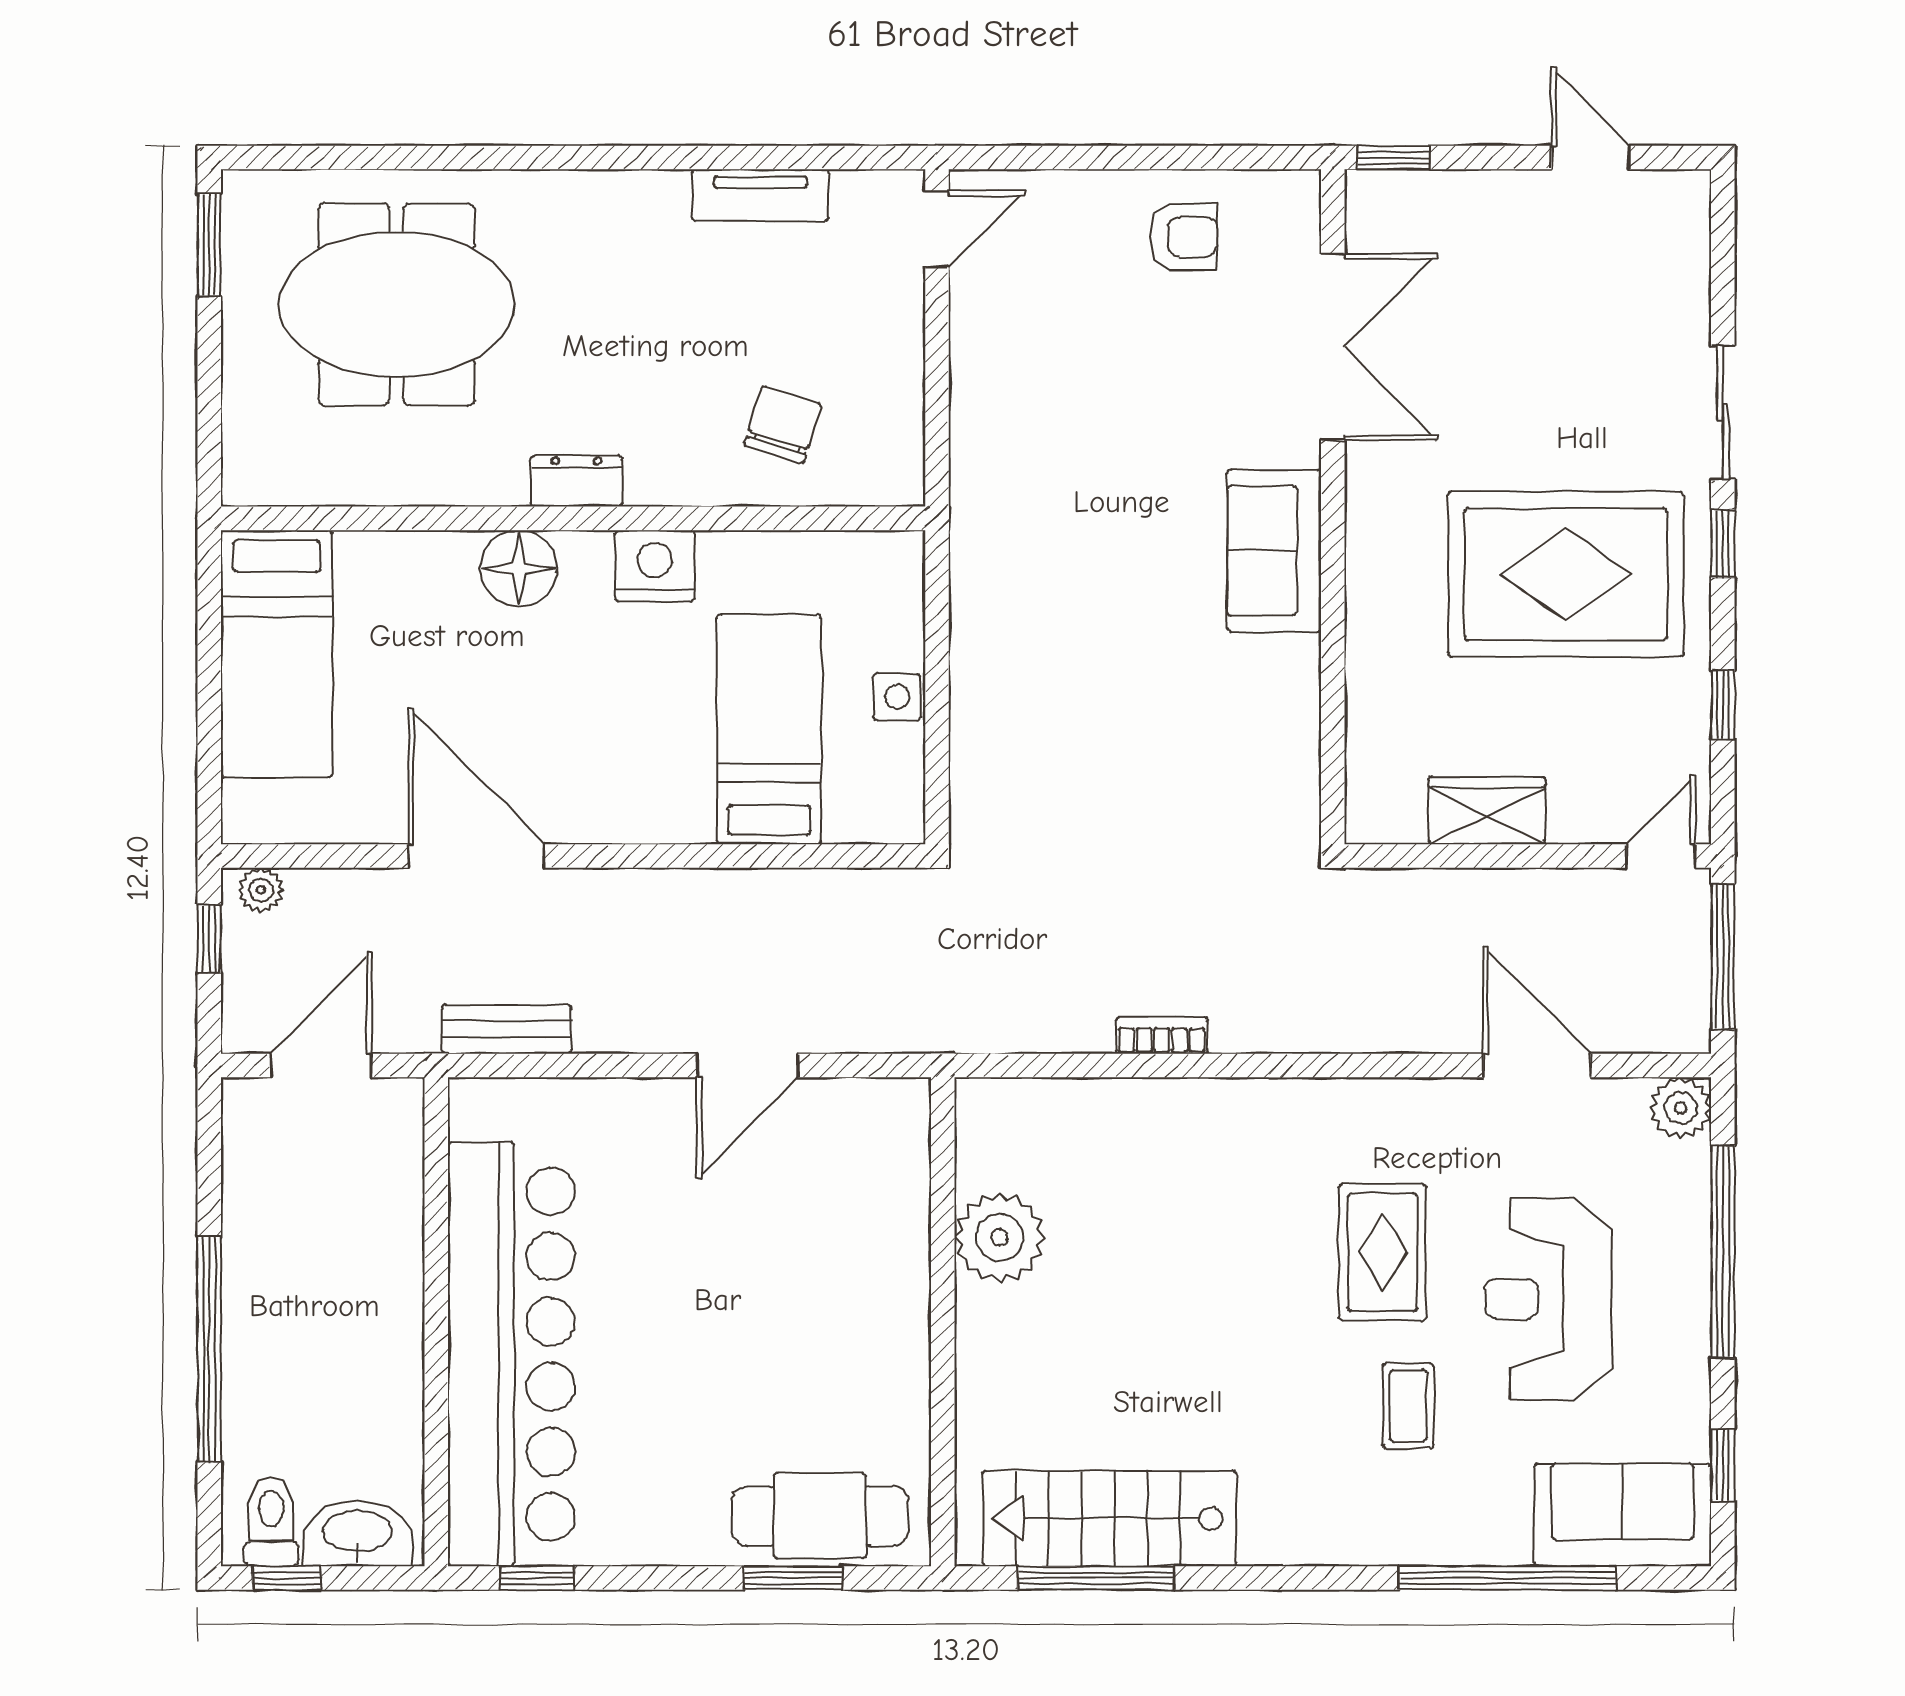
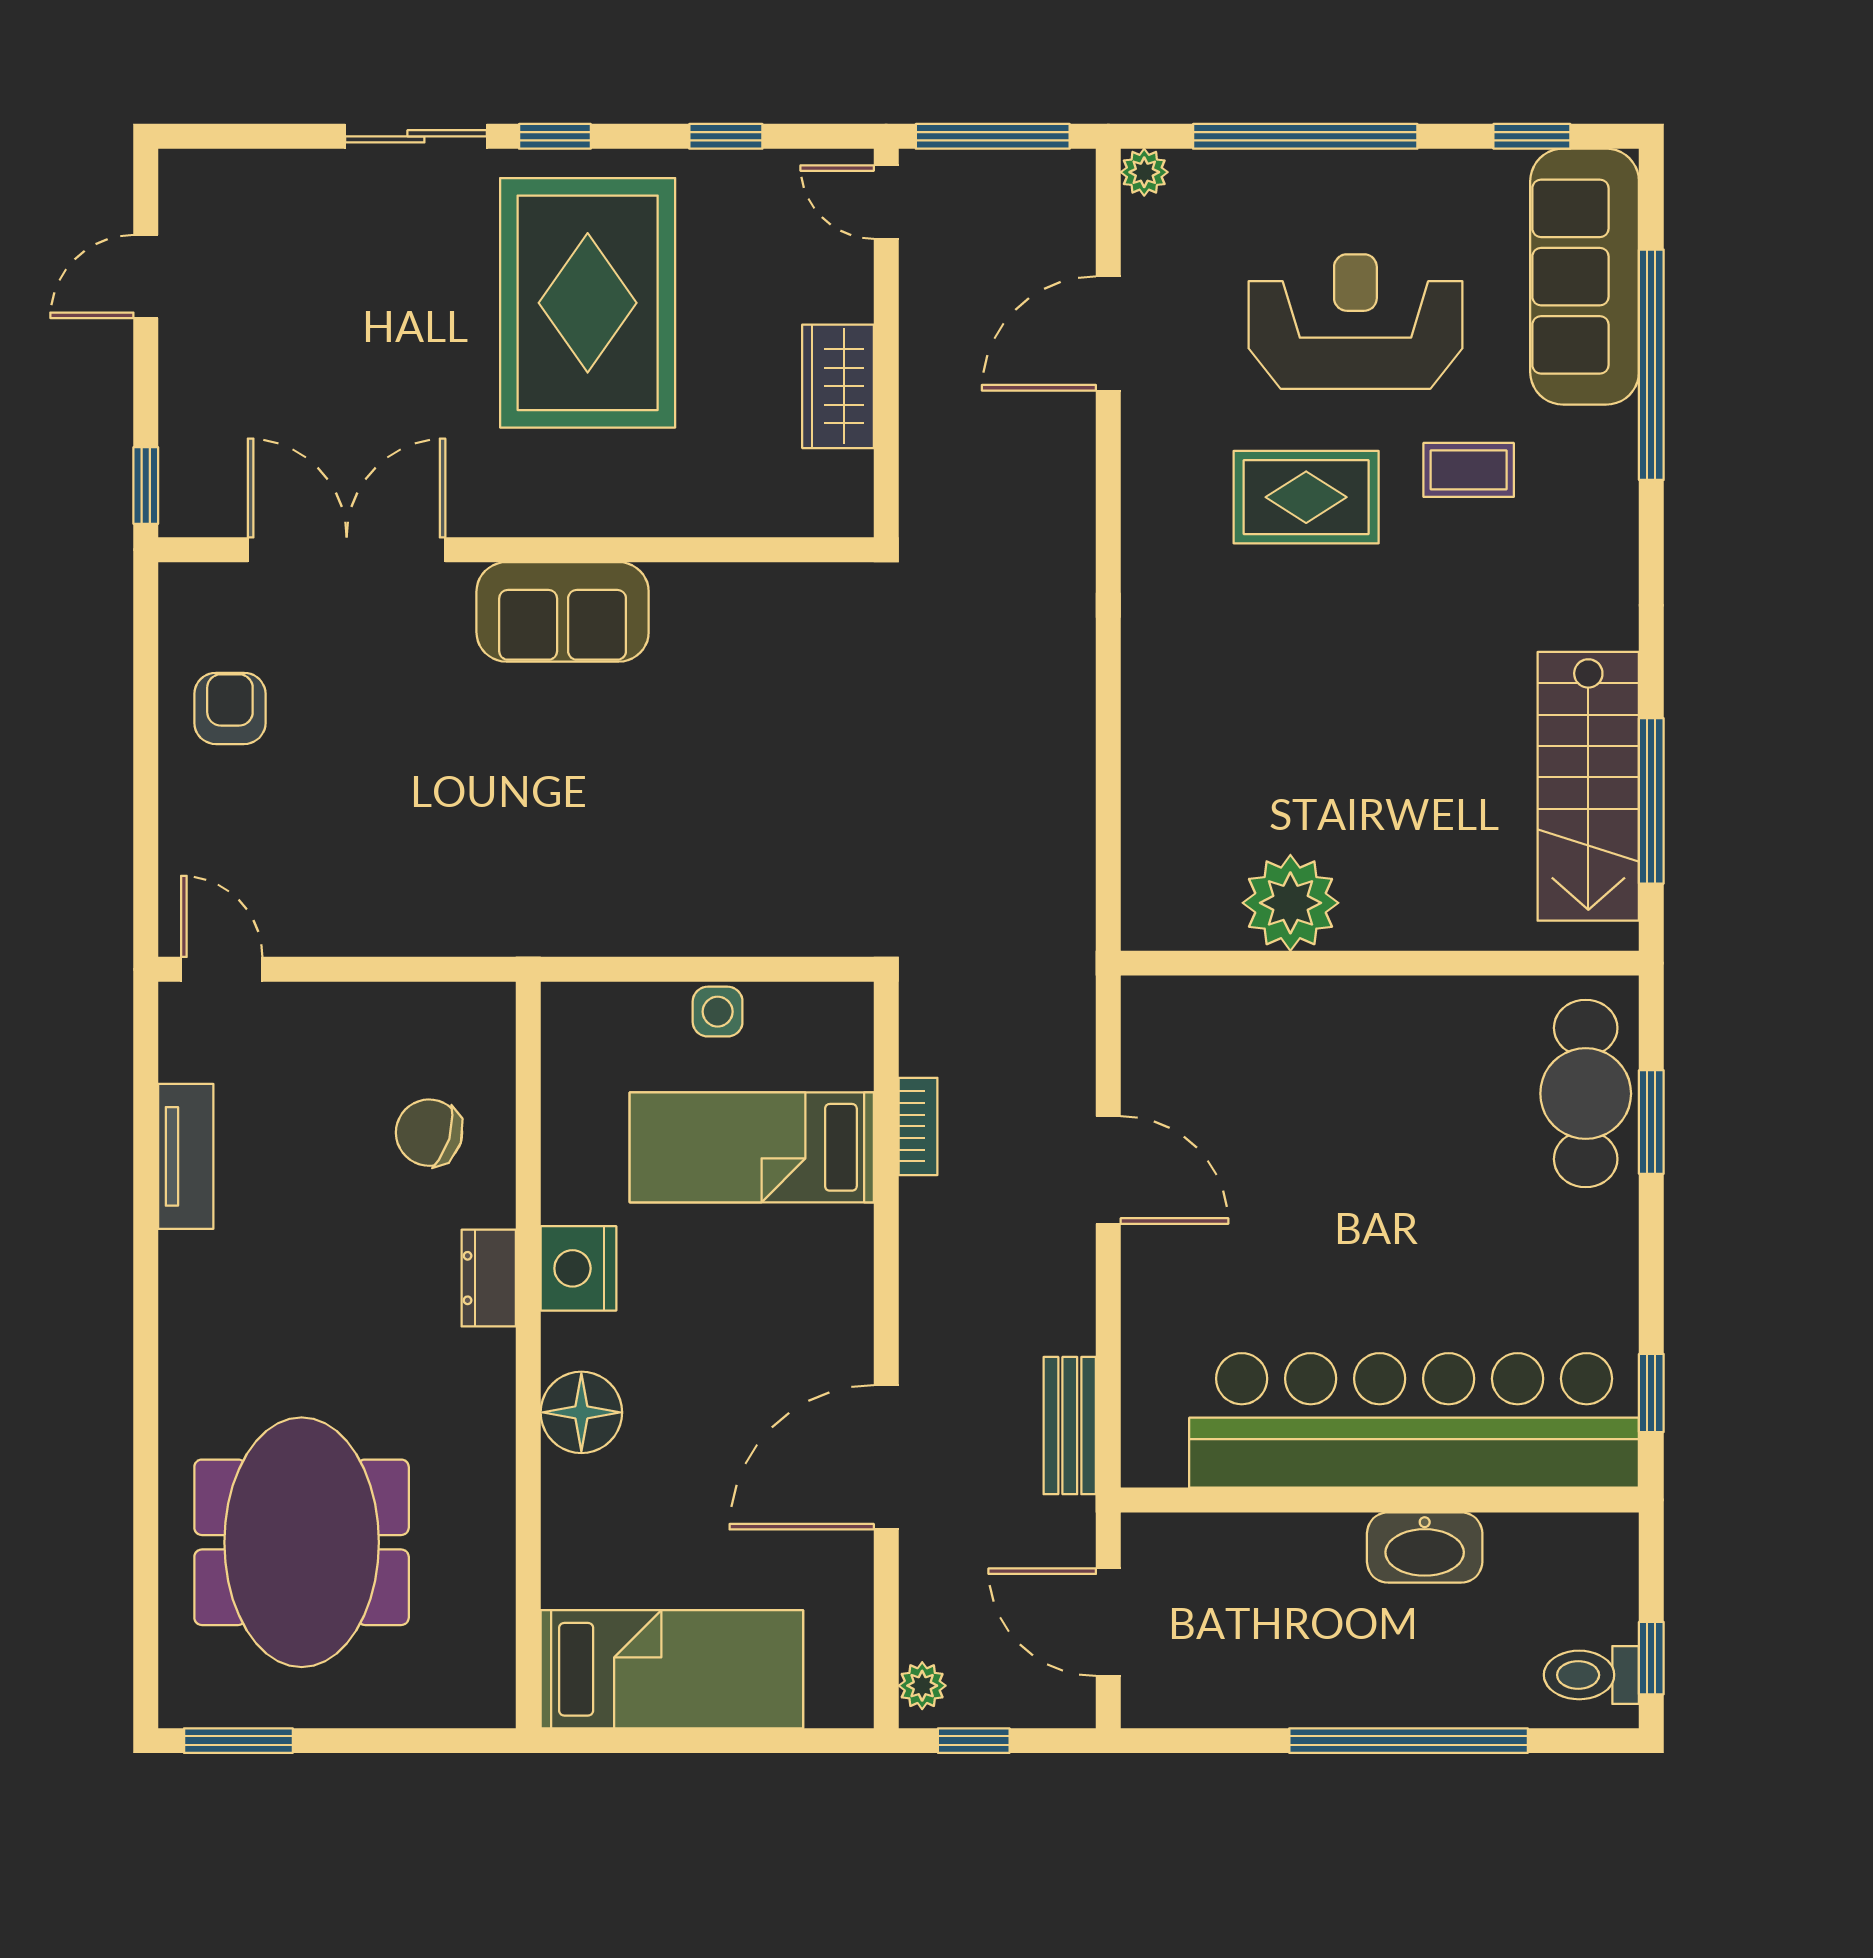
dresser: (577, 481) -> (489, 1278), moved
bookcase: (1162, 1036) -> (918, 1126), moved, turned 180
plant: (1681, 1108) -> (1144, 172), width x0.73, depth x0.73
reception desk: (1548, 1299) -> (1355, 322), turned 180
sofa: (1622, 1515) -> (1585, 277), width x1.36
washbasin: (357, 1533) -> (1425, 1548), moved, turned -90

